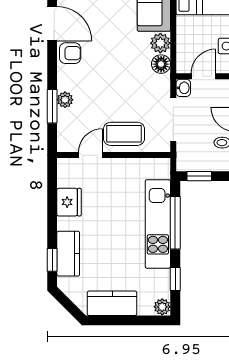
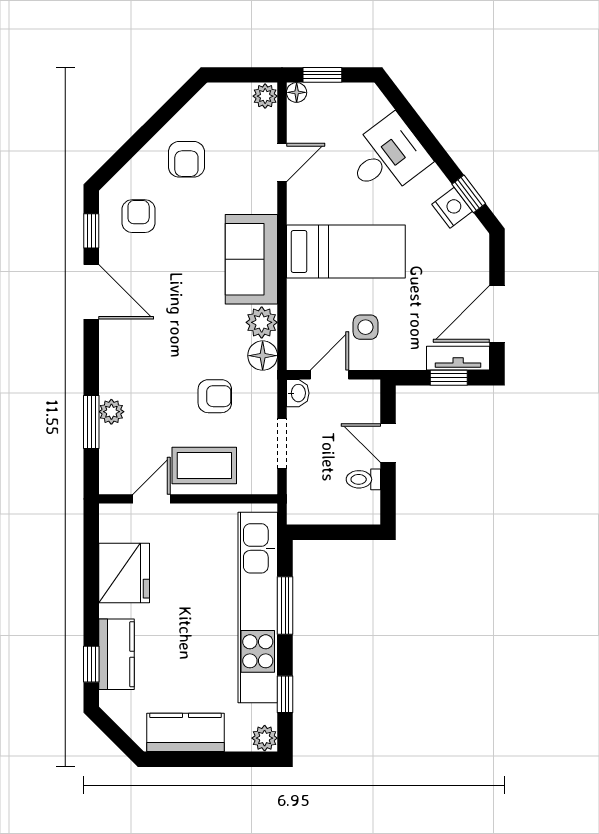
armchair: (70, 53) -> (215, 396), moved
doorway: (173, 120) -> (282, 443), width x0.73
window: (199, 176) -> (323, 532), removed
fridge: (69, 202) -> (124, 573), width x1.36, depth x1.34
window: (175, 223) -> (285, 606), width x0.69
kitchen unit: (158, 224) -> (258, 607), width x1.36

